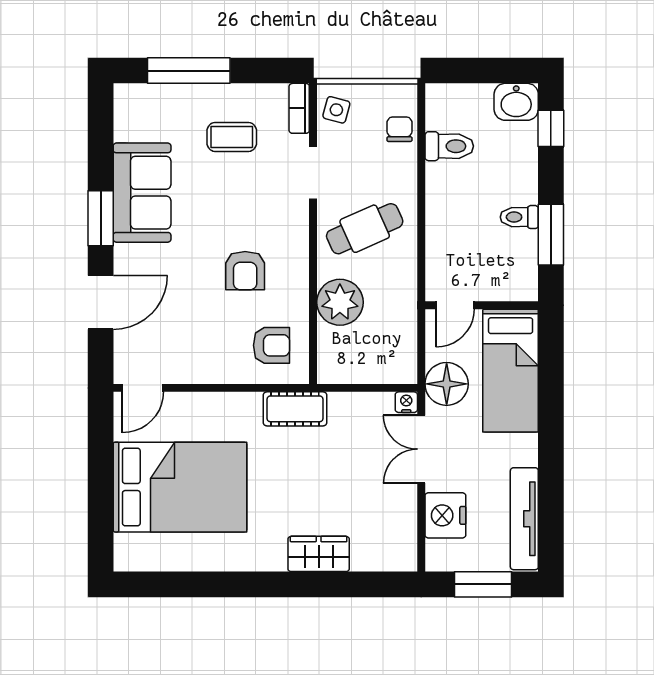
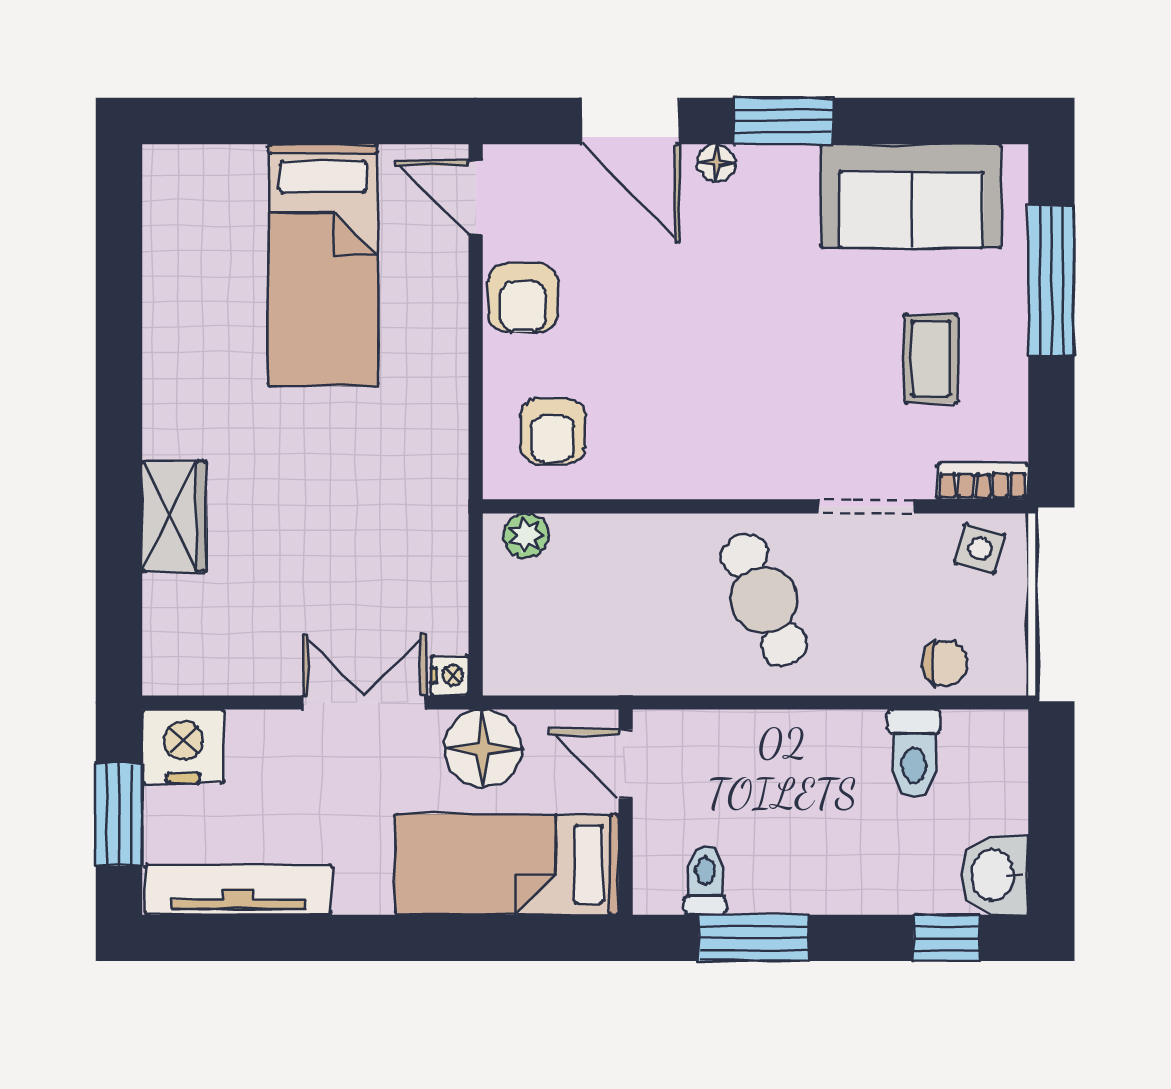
sofa: (142, 193) -> (911, 196), moved
toilet: (519, 217) -> (705, 881), moved
floor lamp: (124, 255) -> (716, 163), added
armchair: (245, 271) -> (523, 298), moved, turned -90
plant: (340, 302) -> (526, 536), moved, width x0.53, depth x0.53
cot: (295, 409) -> (438, 474), removed
bed: (180, 487) -> (323, 265), width x0.67
nightstand: (445, 515) -> (183, 746), moved

